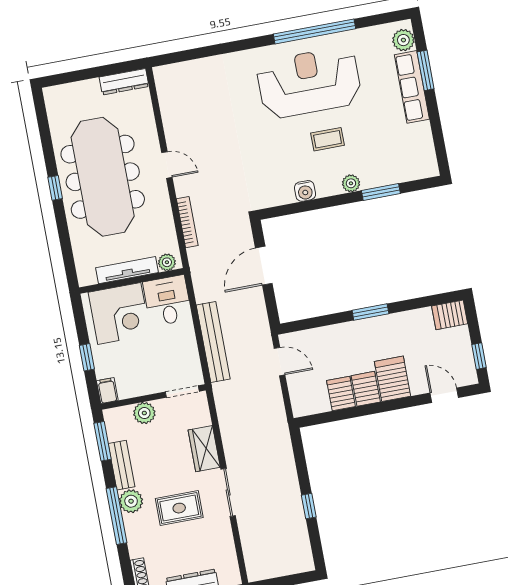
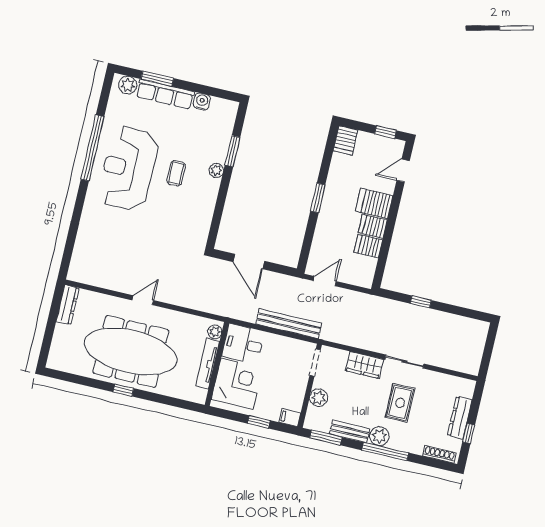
water cooler: (305, 191) -> (202, 101), moved, turned -90
bookcase: (187, 222) -> (192, 304), removed
window: (309, 506) -> (421, 302), moved

